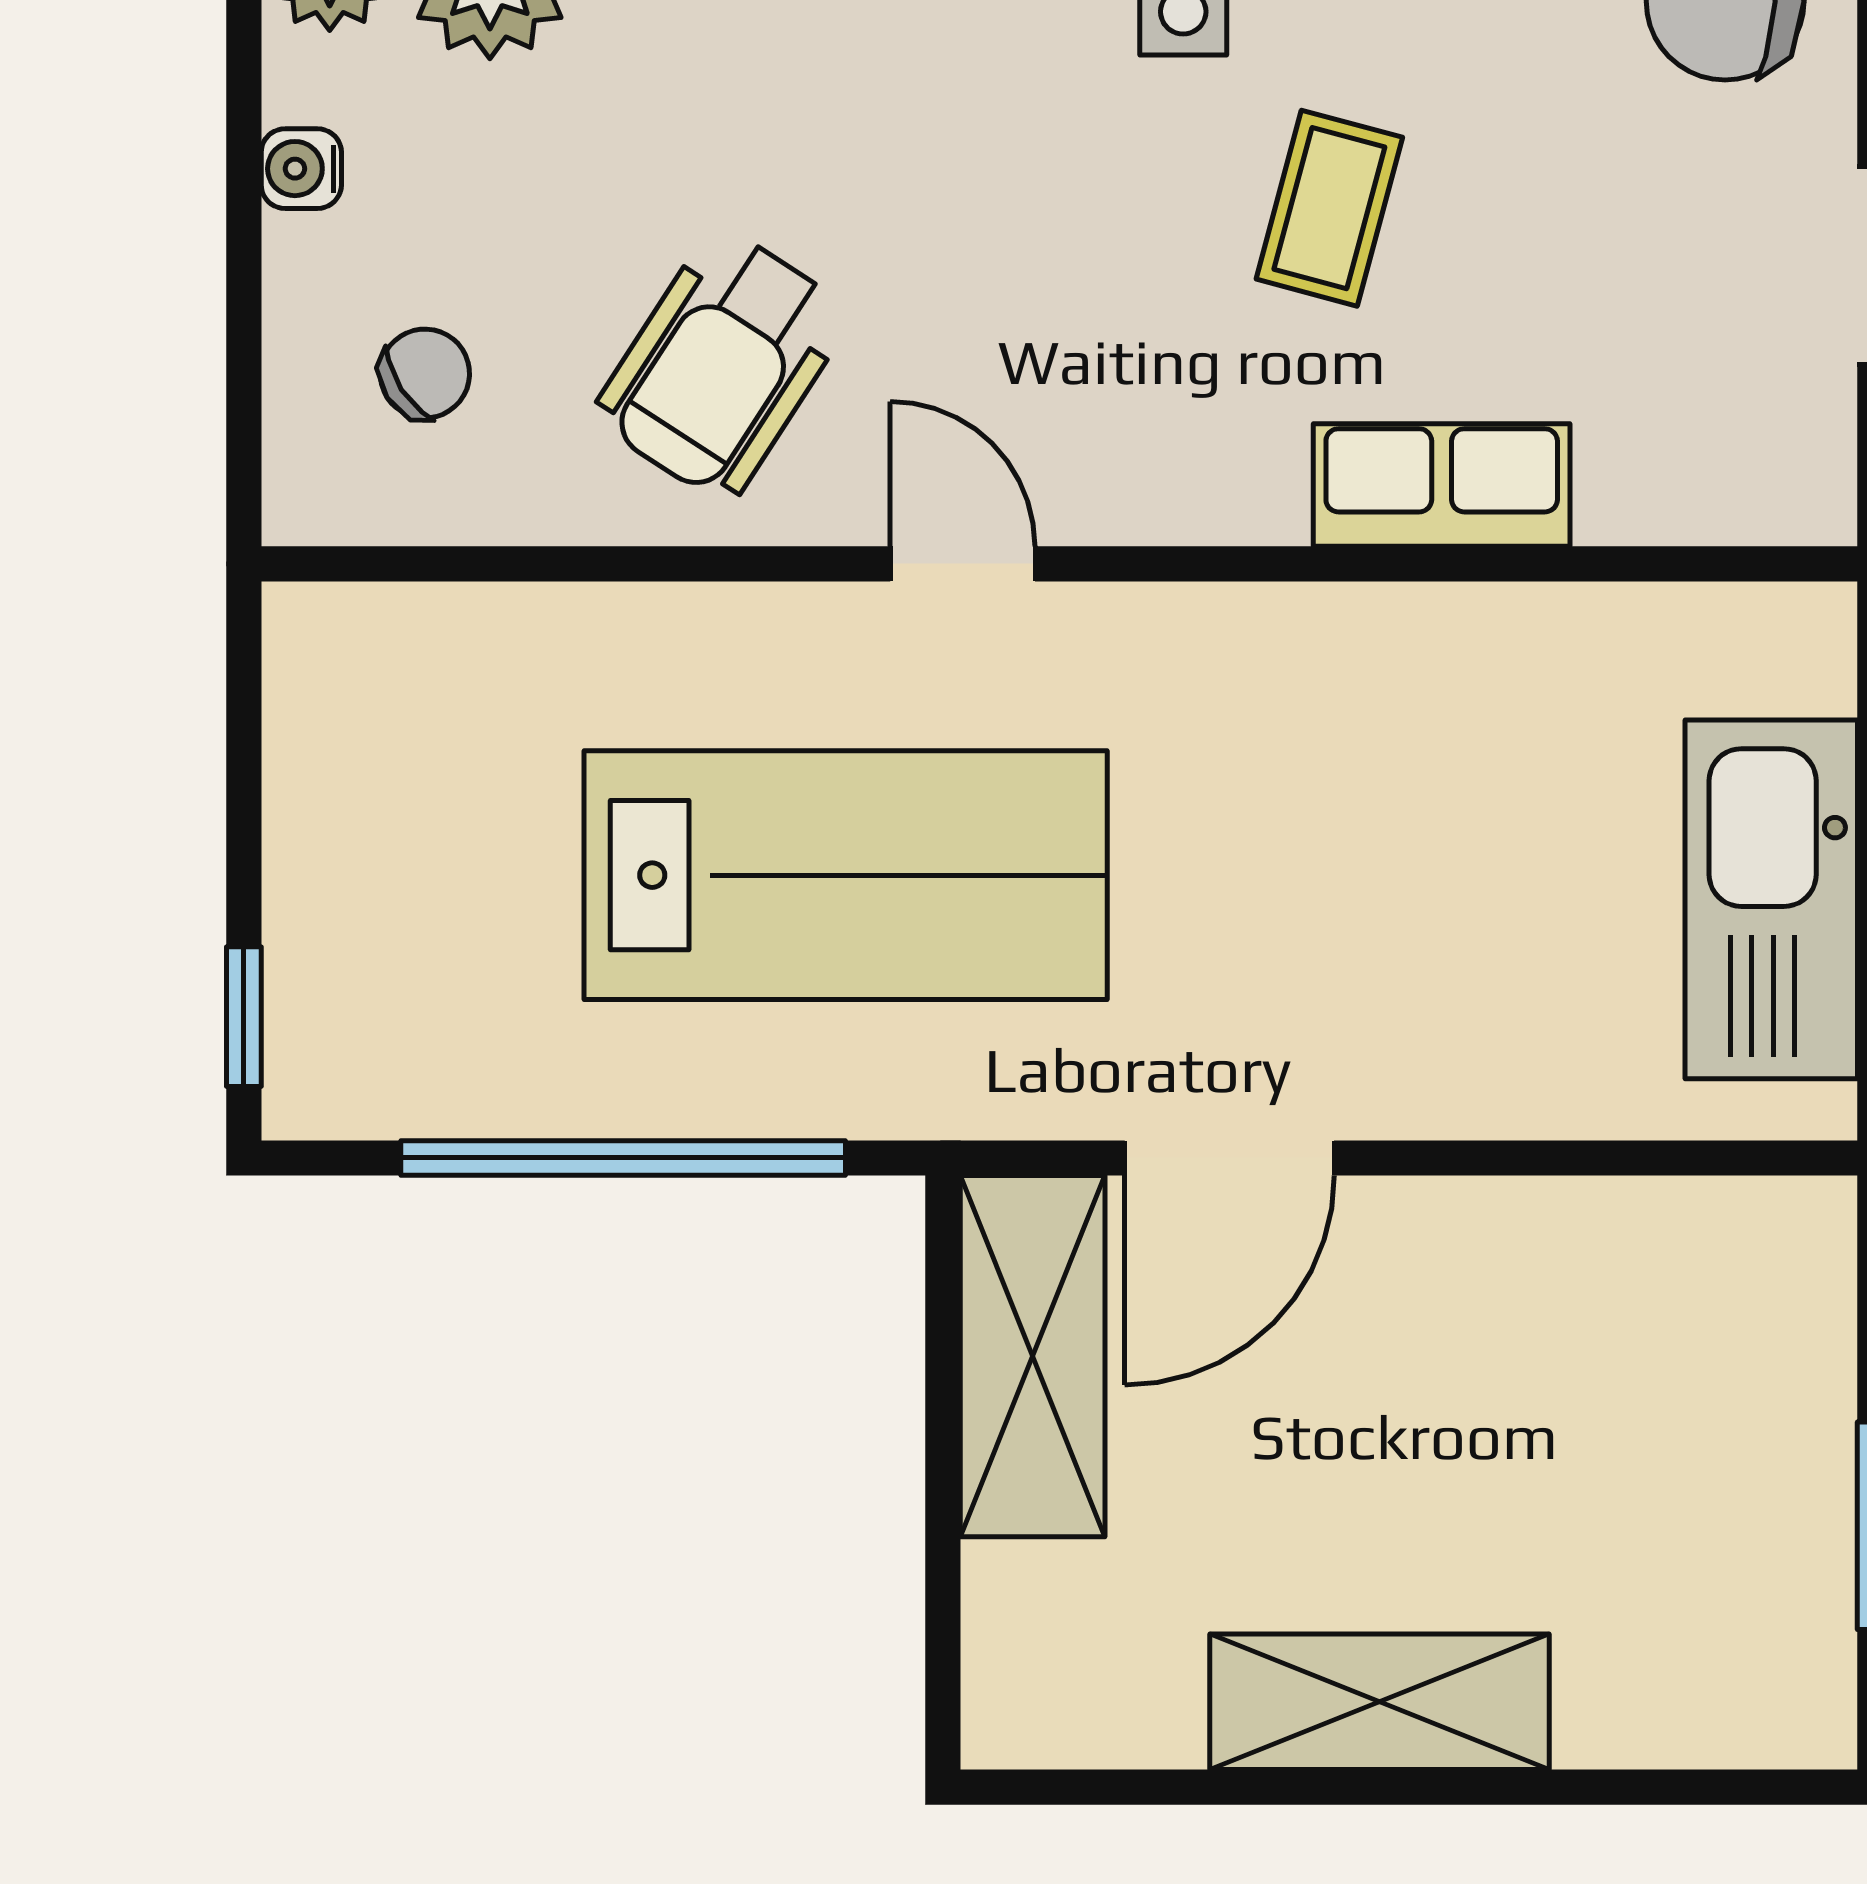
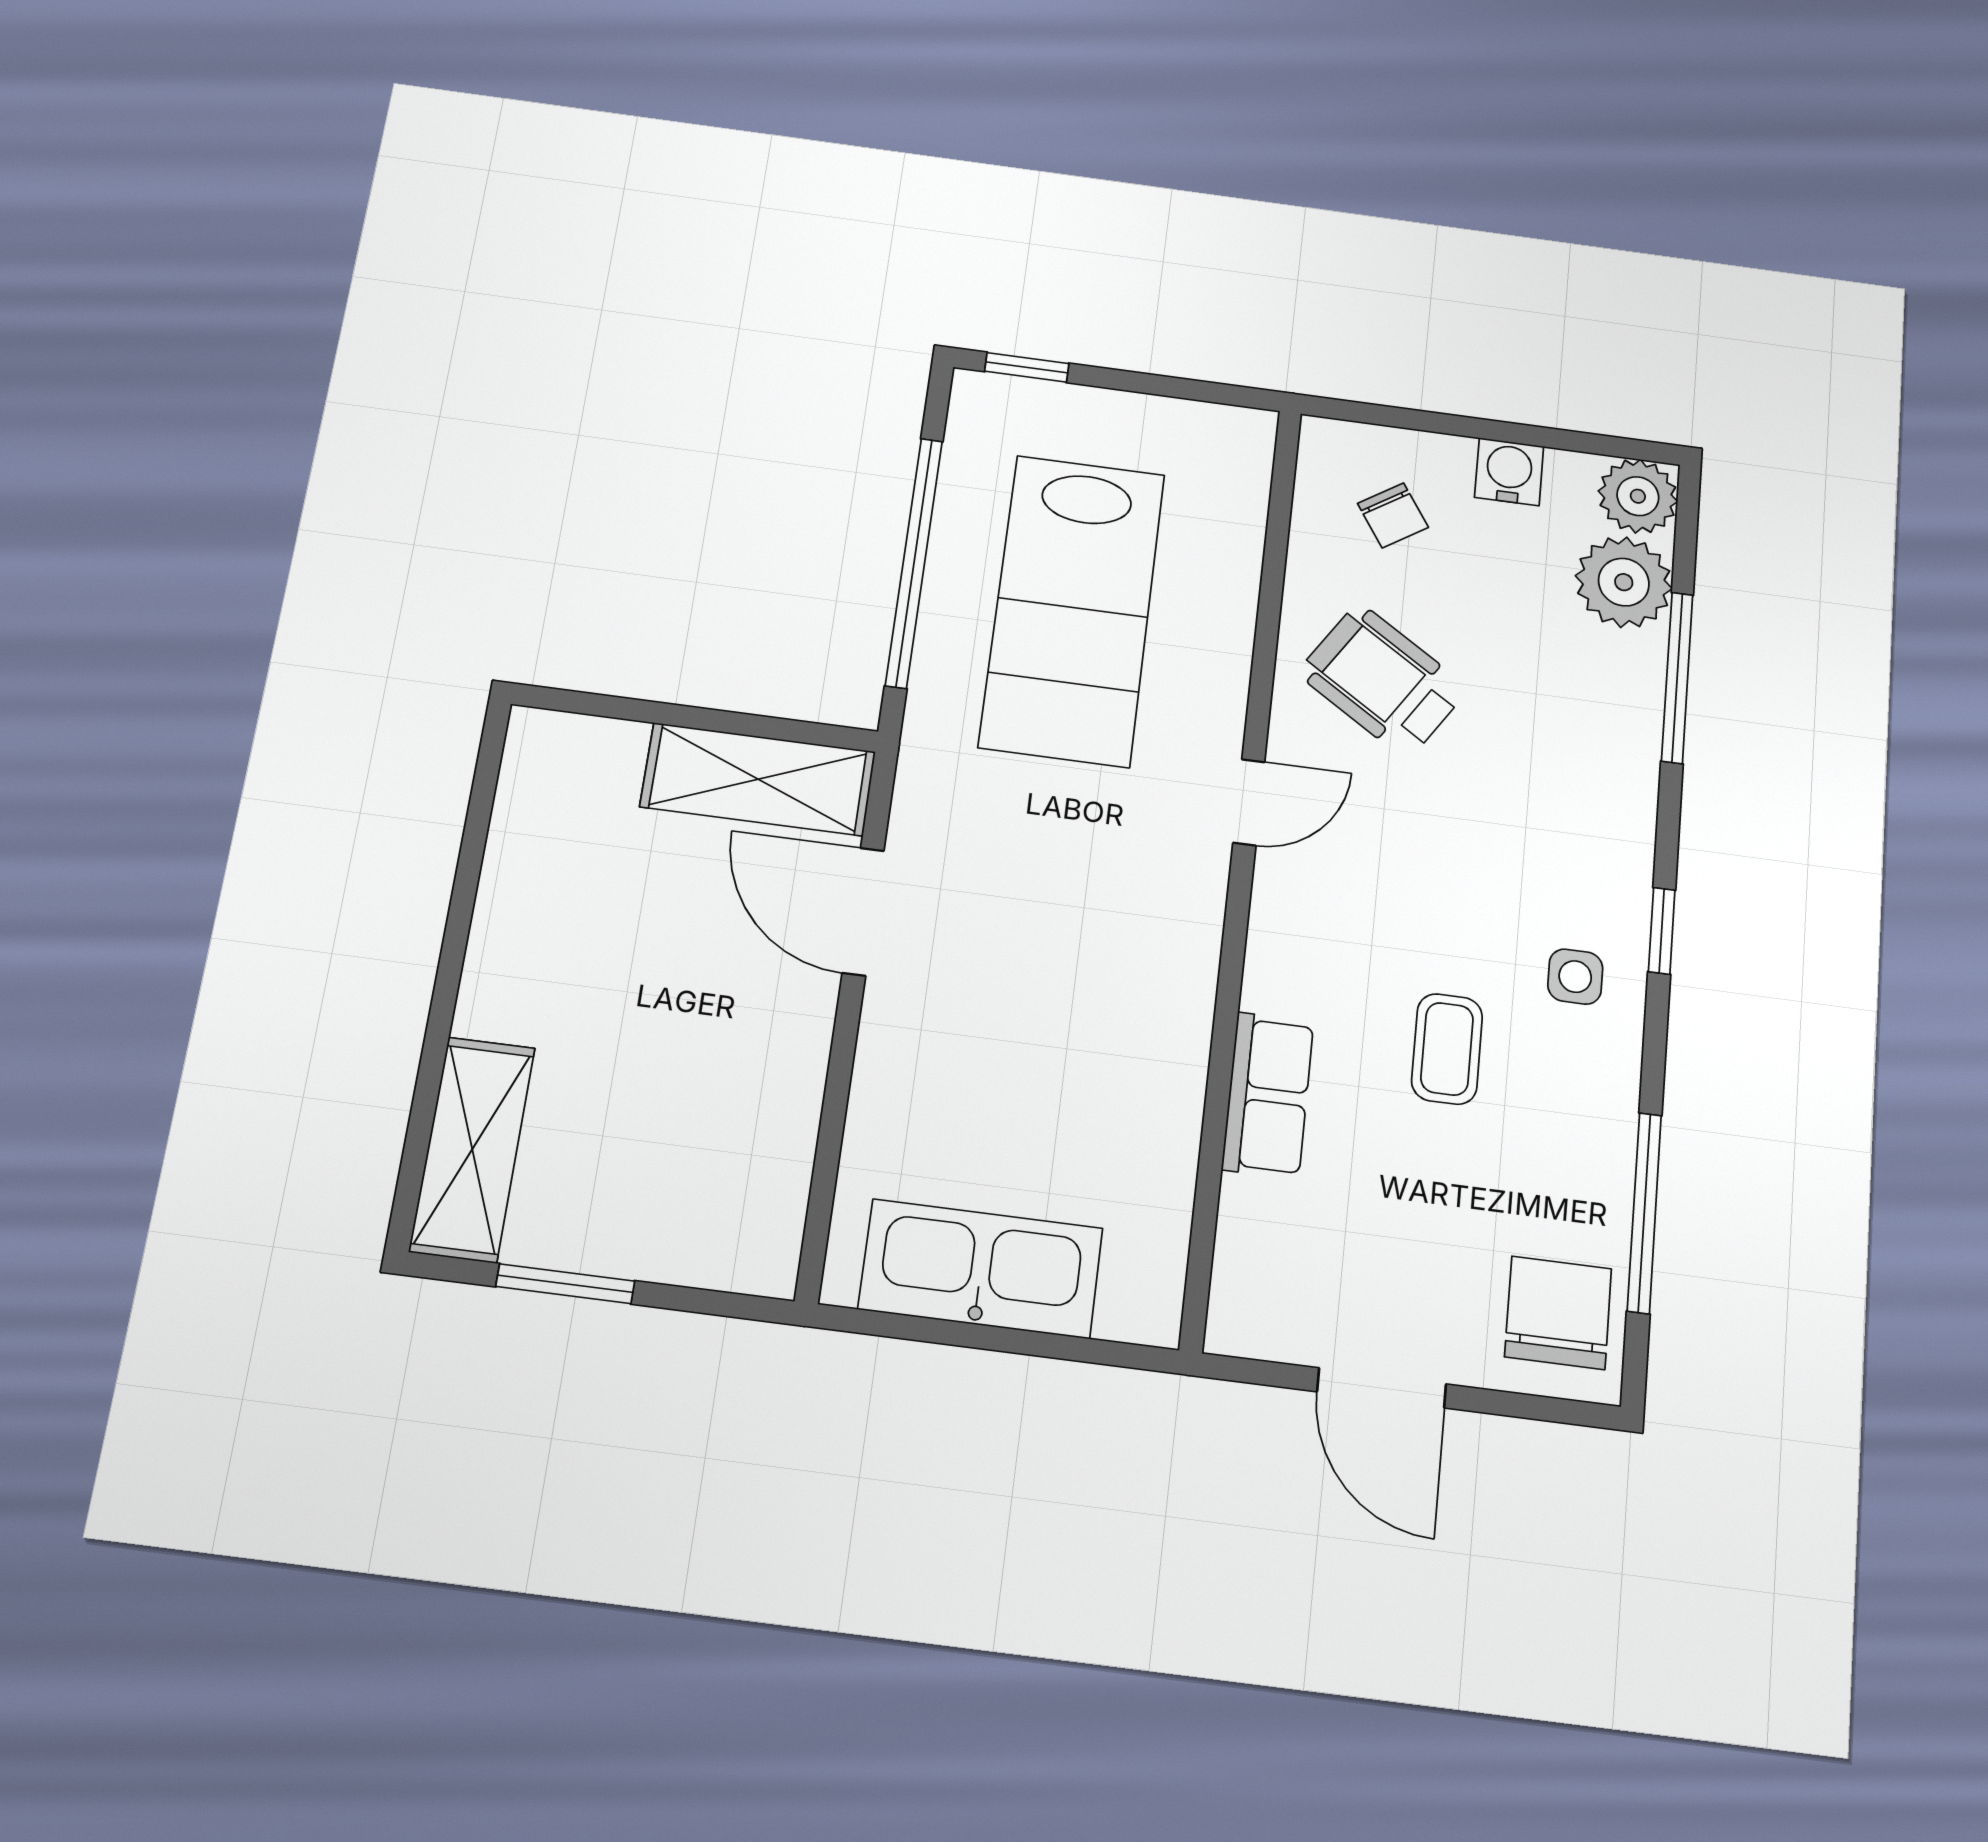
water cooler: (301, 169) -> (1509, 472), width x1.38, depth x1.38
coffee table: (1329, 208) -> (1447, 1049), turned 75
lab bench: (846, 875) -> (1073, 609), moved
shelving: (1379, 1702) -> (472, 1149), moved

